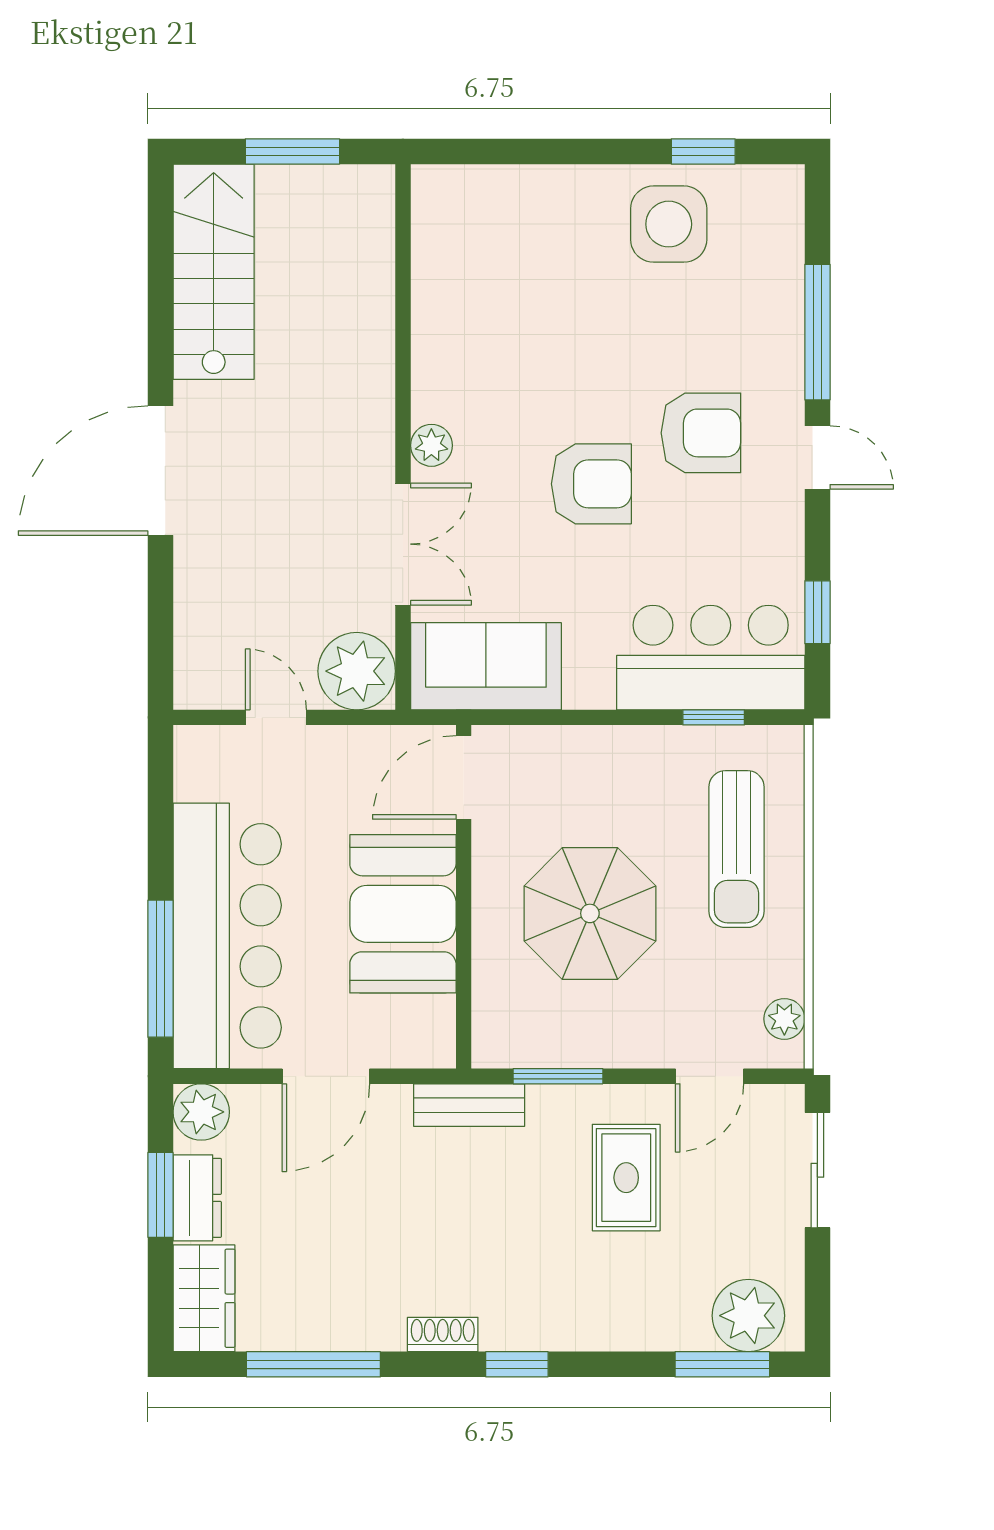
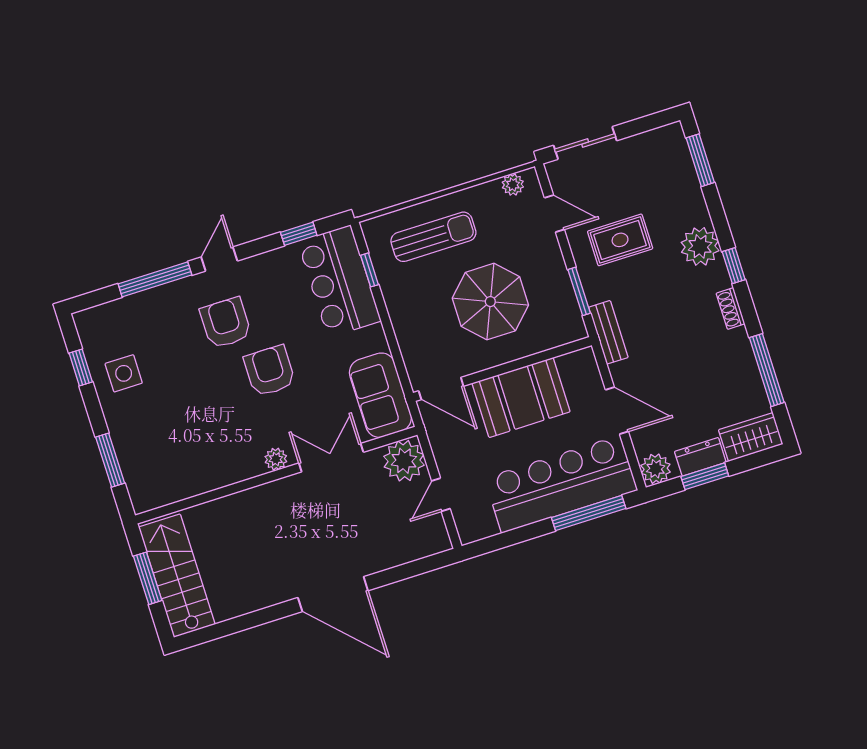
window: (523, 151) -> (110, 460), added
side table: (669, 224) -> (124, 373), width x0.73, depth x0.73
stairs: (214, 272) -> (177, 576), moved, turned 90
plant: (748, 1316) -> (700, 246), moved

